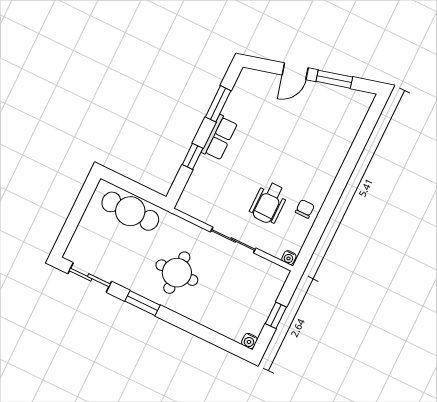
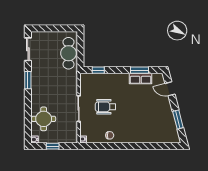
door: (295, 71) -> (170, 89), moved
row of seats: (219, 138) -> (141, 79), moved
window: (193, 156) -> (98, 70), moved
wheelchair: (269, 203) -> (105, 107), moved
round table: (177, 273) -> (44, 119), moved

